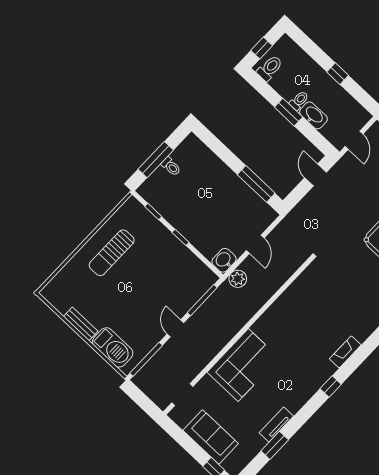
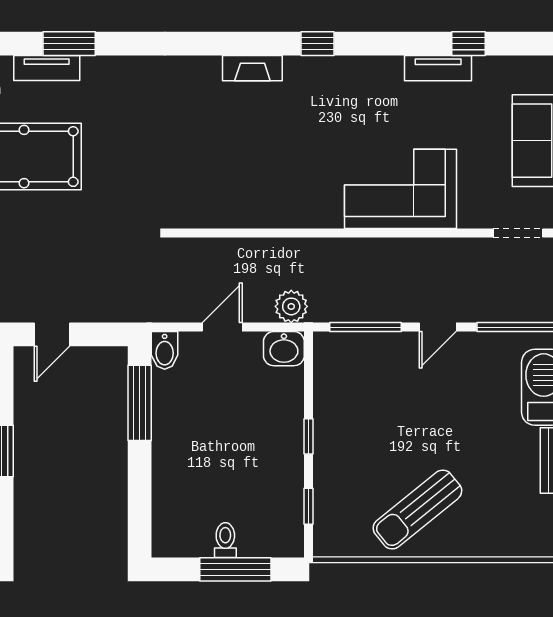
bidet: (267, 213) -> (165, 350), added
sun lounger: (112, 253) -> (417, 510), turned 141
window: (275, 445) -> (468, 44), width x0.67

